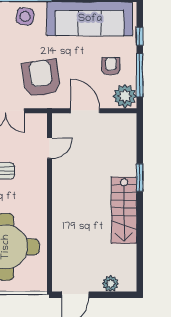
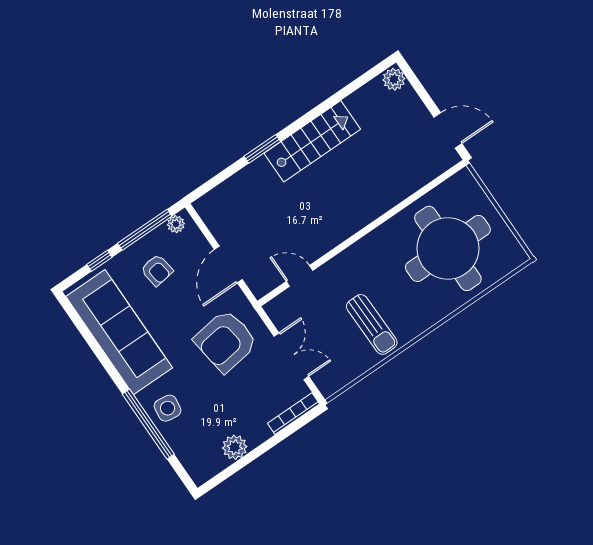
armchair: (111, 66) -> (157, 270), turned -98
plant: (125, 96) -> (176, 224), width x0.53, depth x0.53
plant: (111, 284) -> (394, 79), moved

